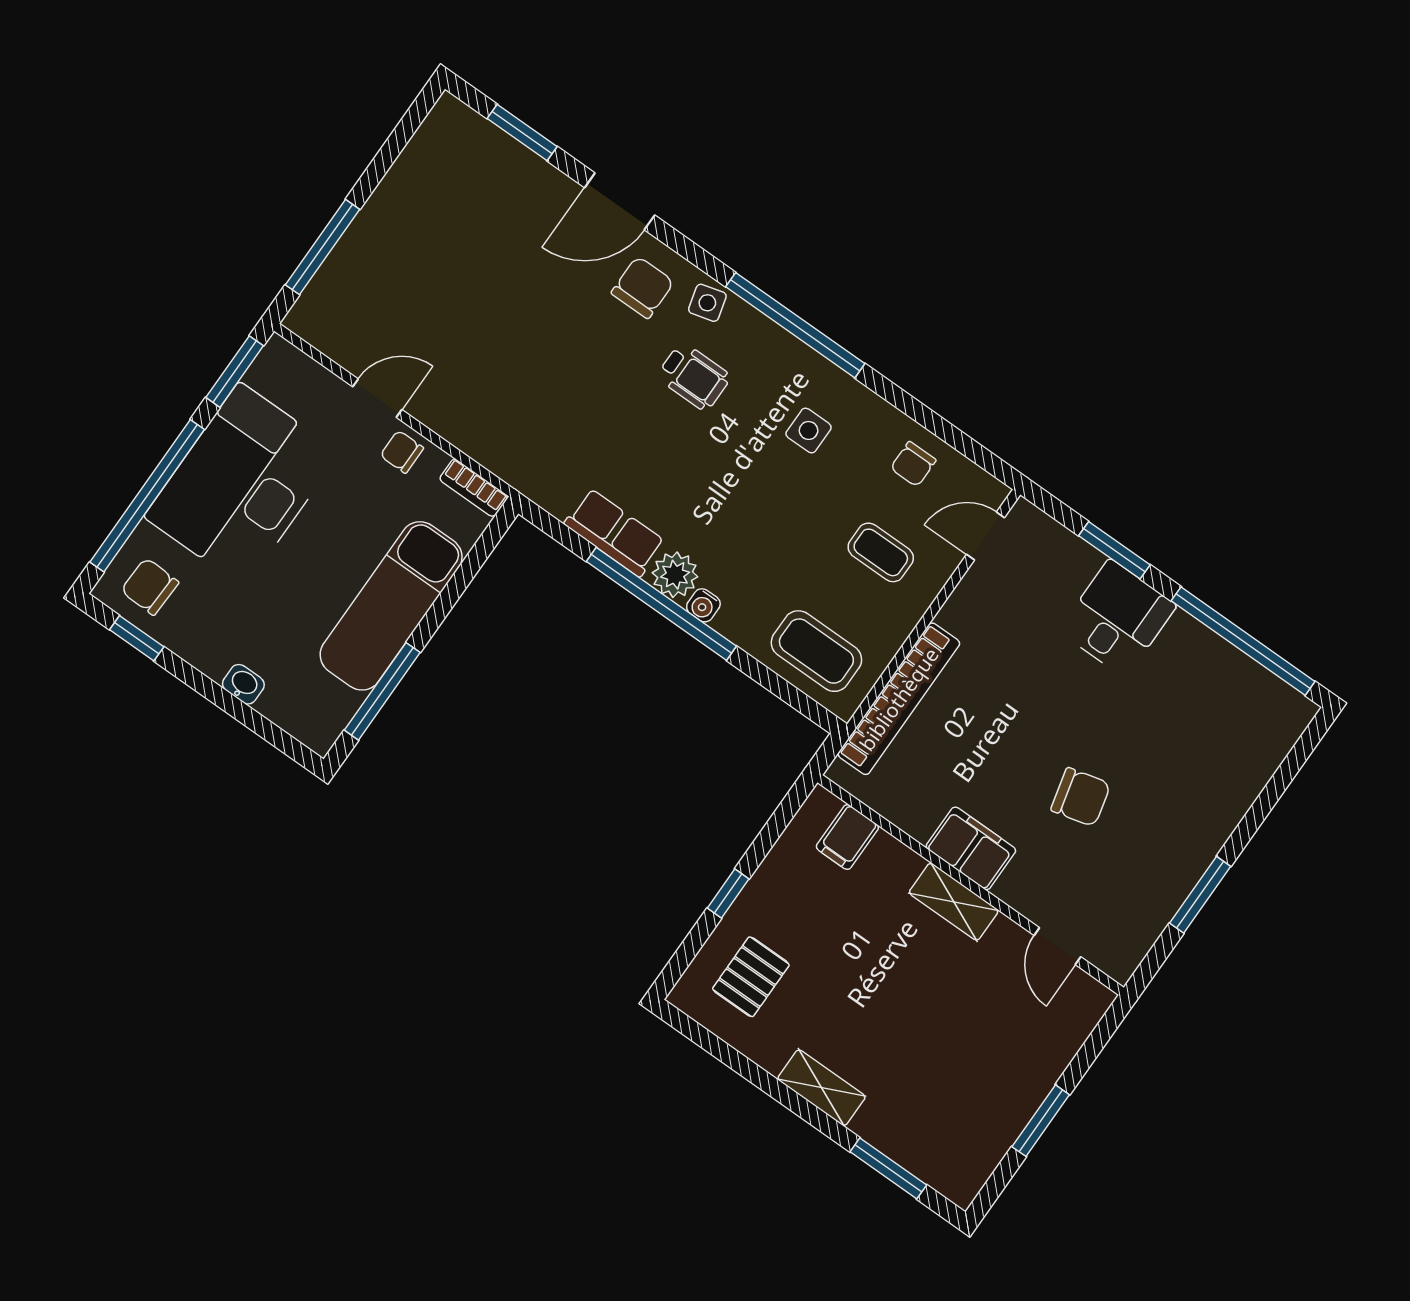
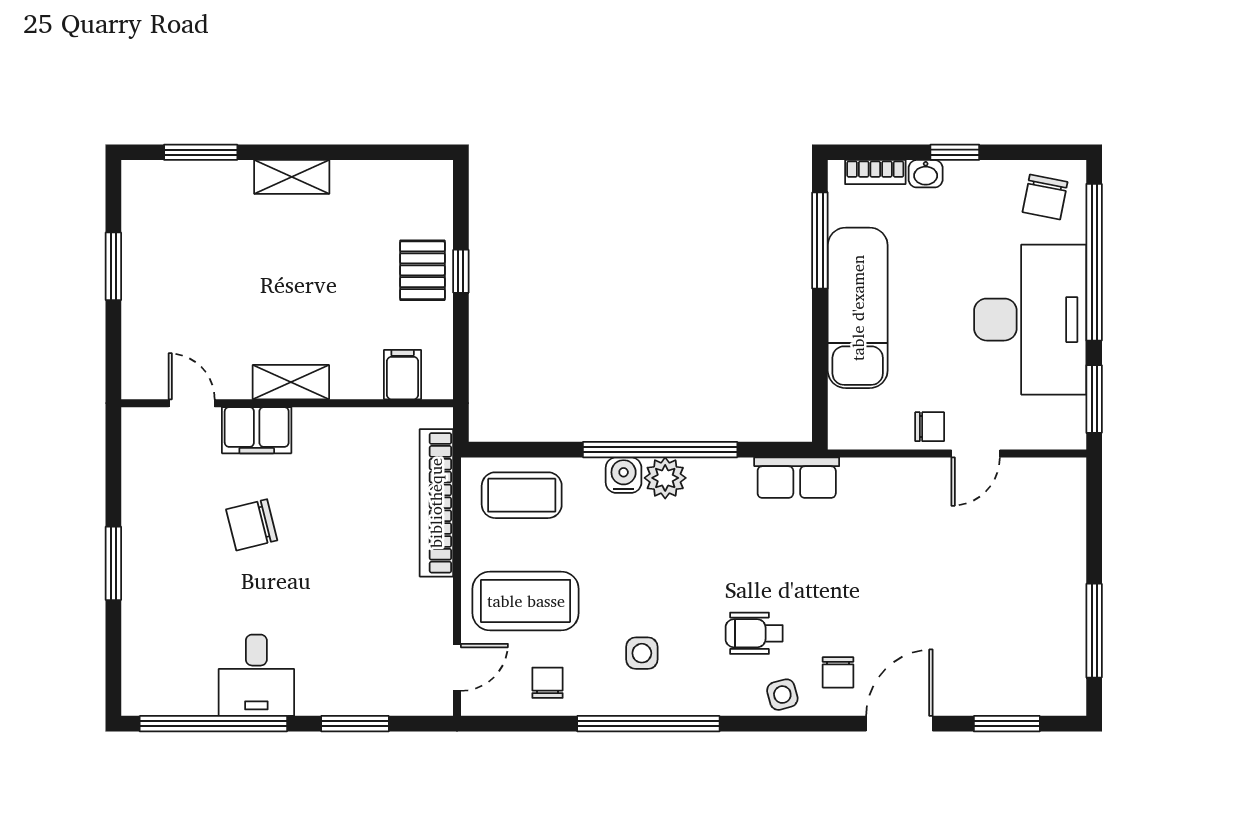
window: (323, 247) -> (1094, 631), moved
chair: (643, 287) -> (838, 672), width x0.73, depth x0.73
window: (795, 325) -> (648, 724), moved
bookcase: (474, 488) -> (875, 172), moved, turned 180
row of seats: (615, 533) -> (797, 478), moved
coffee table: (881, 552) -> (526, 601), width x1.86, depth x1.72
chair: (150, 587) -> (1045, 197), turned 99
water cooler: (703, 605) -> (624, 475), width x1.38, depth x1.38
desk: (1117, 618) -> (256, 675), moved
window: (137, 638) -> (955, 152), moved
filing cabinet: (971, 848) -> (257, 430), moved
window: (1200, 895) -> (113, 563), moved
pallet: (751, 977) -> (422, 270), moved

